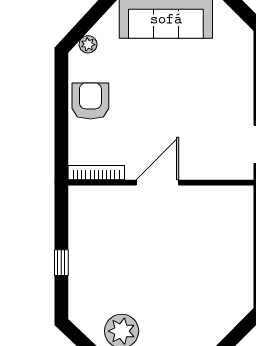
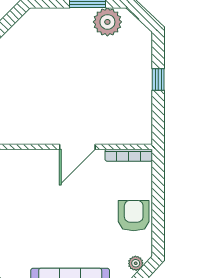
armchair: (90, 101) -> (134, 216), turned 180

